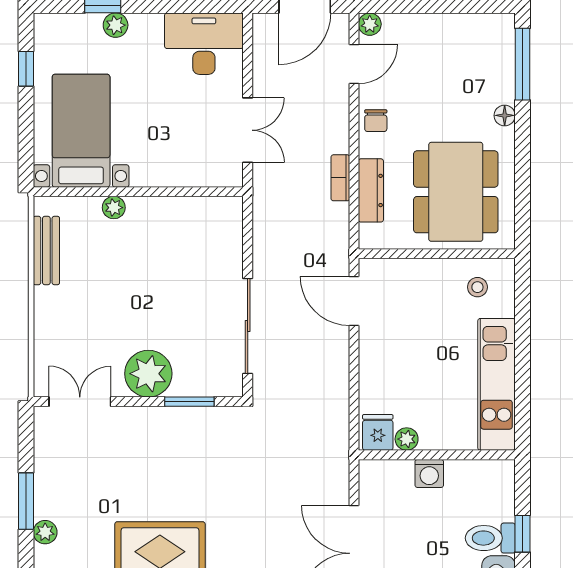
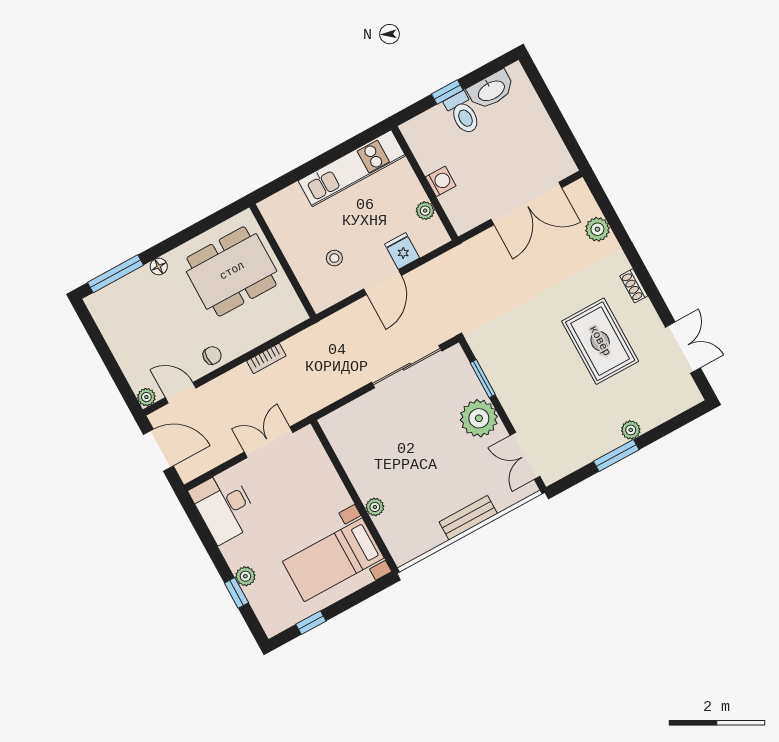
dresser: (371, 190) -> (263, 332), removed
bench: (46, 250) -> (468, 518), moved
stool: (477, 287) -> (334, 258), moved
door: (354, 301) -> (383, 282), moved
fridge: (378, 432) -> (402, 251), moved, turned 90

